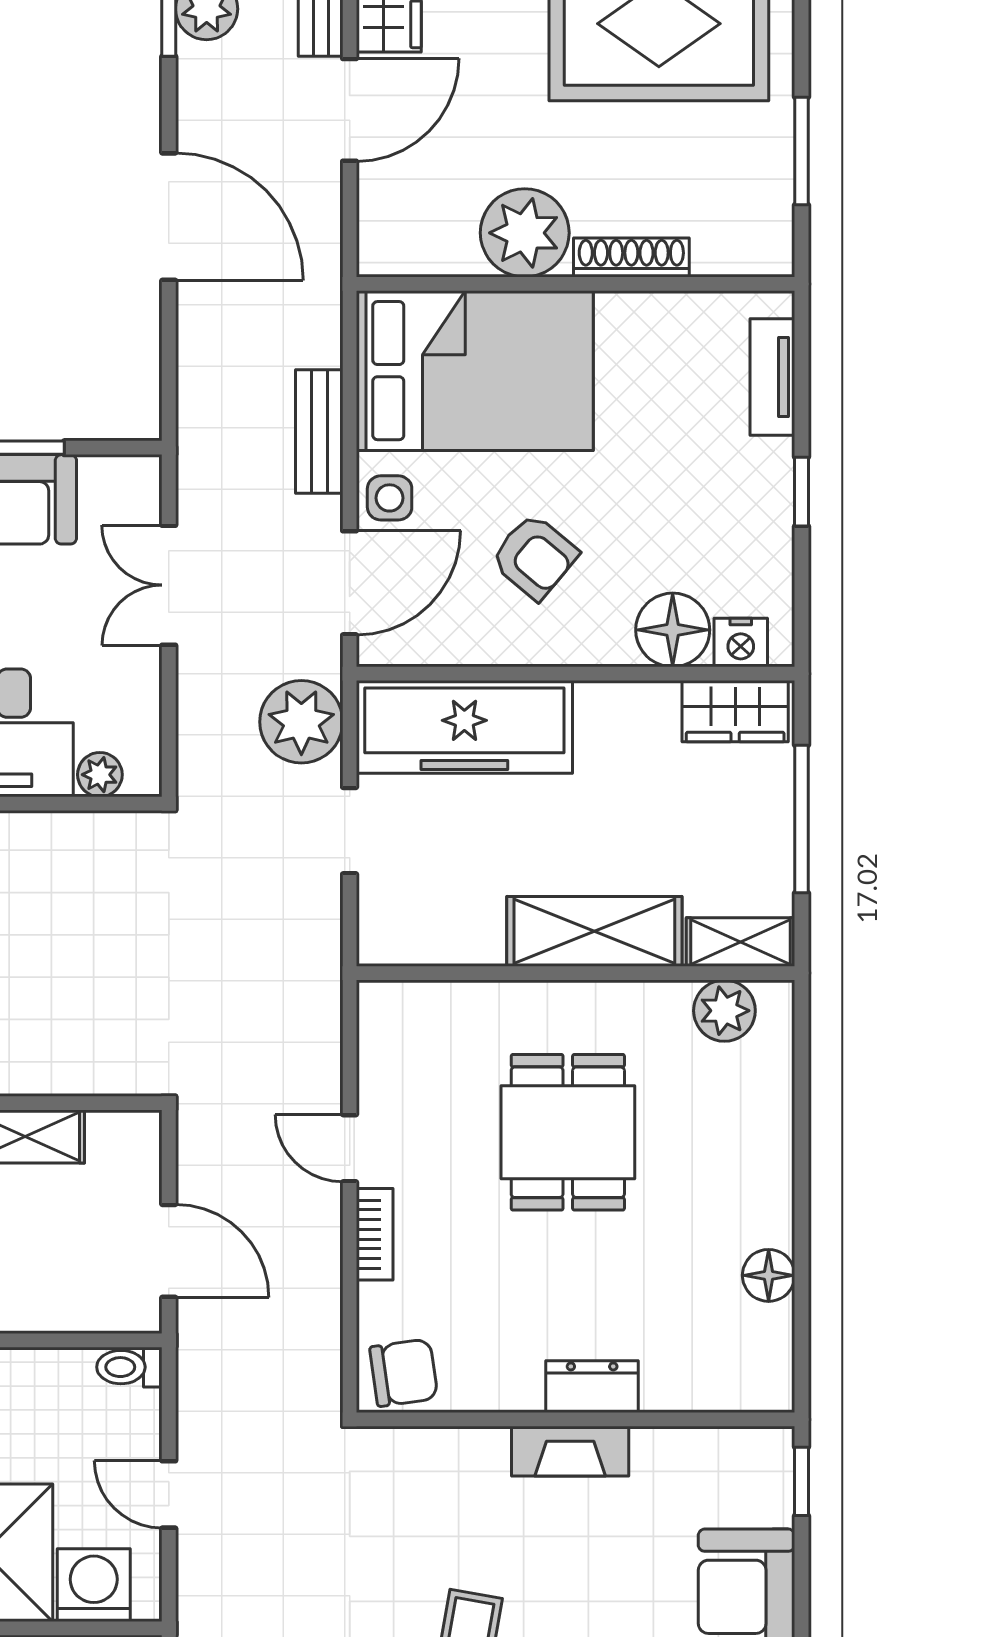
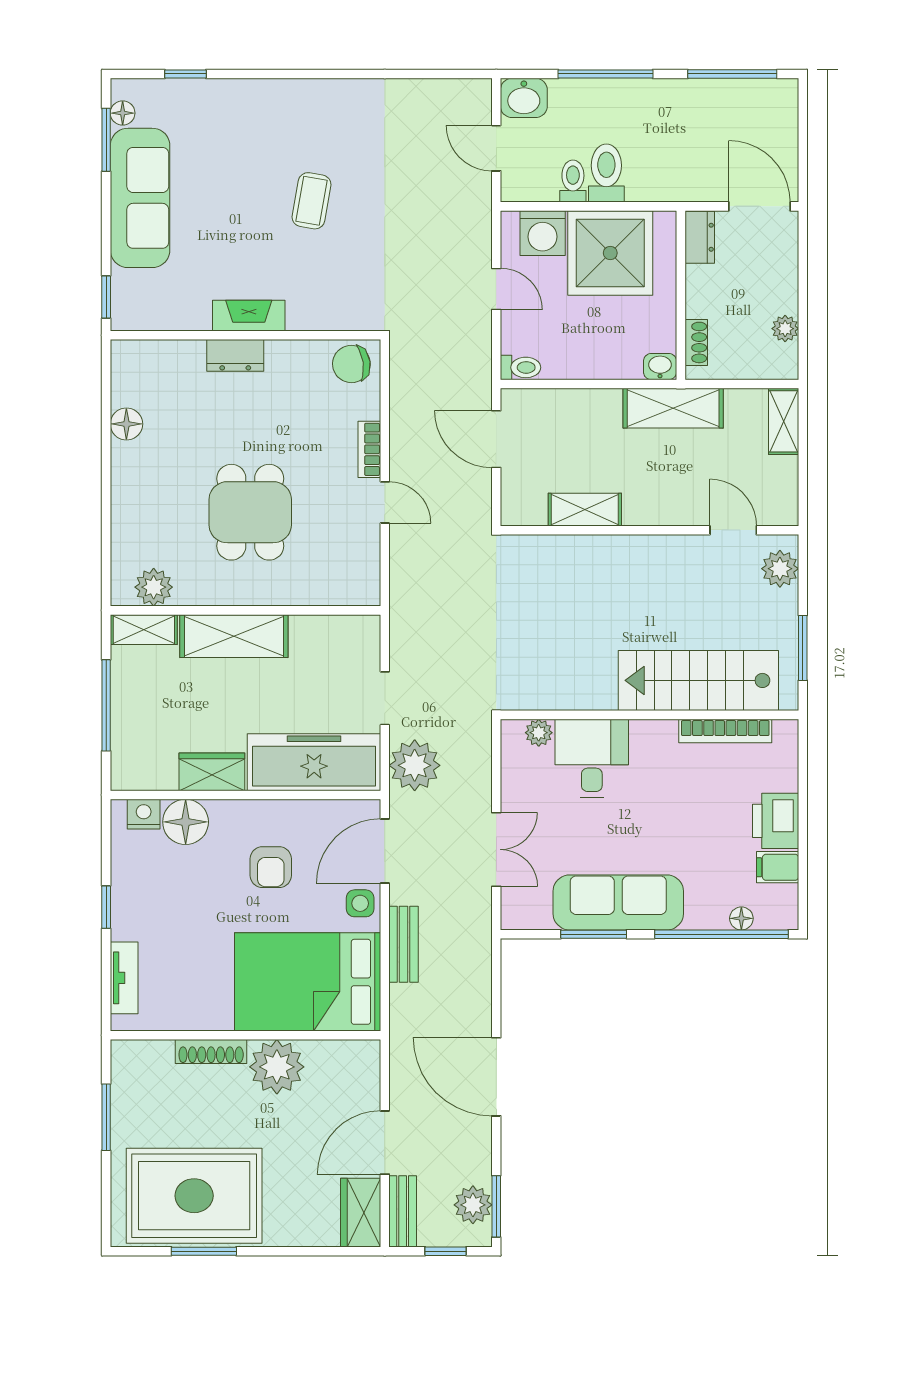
armchair: (534, 557) -> (271, 867), turned -130
wardrobe: (735, 711) -> (212, 772), moved

